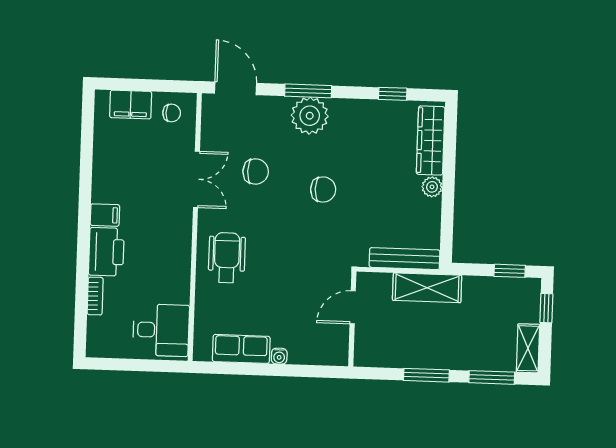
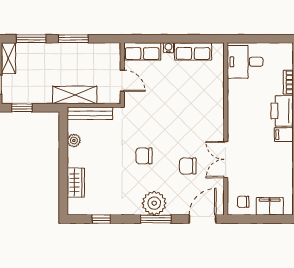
door: (236, 88) -> (203, 219), swing flipped
wardrobe: (431, 140) -> (76, 183), width x0.67
plant: (432, 187) -> (74, 140), moved
wheelchair: (227, 258) -> (204, 110), removed
door: (353, 307) -> (122, 81), hinge flipped
row of seats: (320, 352) -> (142, 51), added

